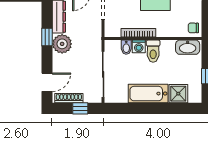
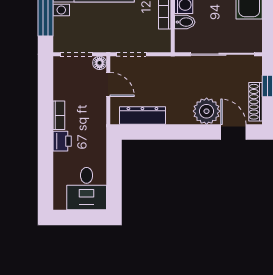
window: (47, 37) -> (171, 132), removed
plant: (62, 44) -> (207, 111), moved

